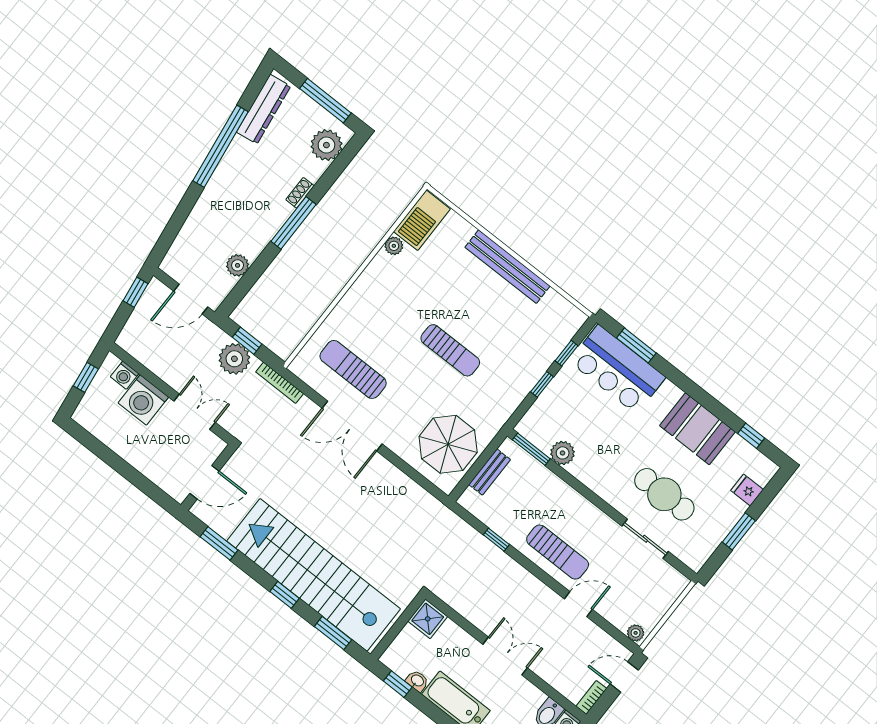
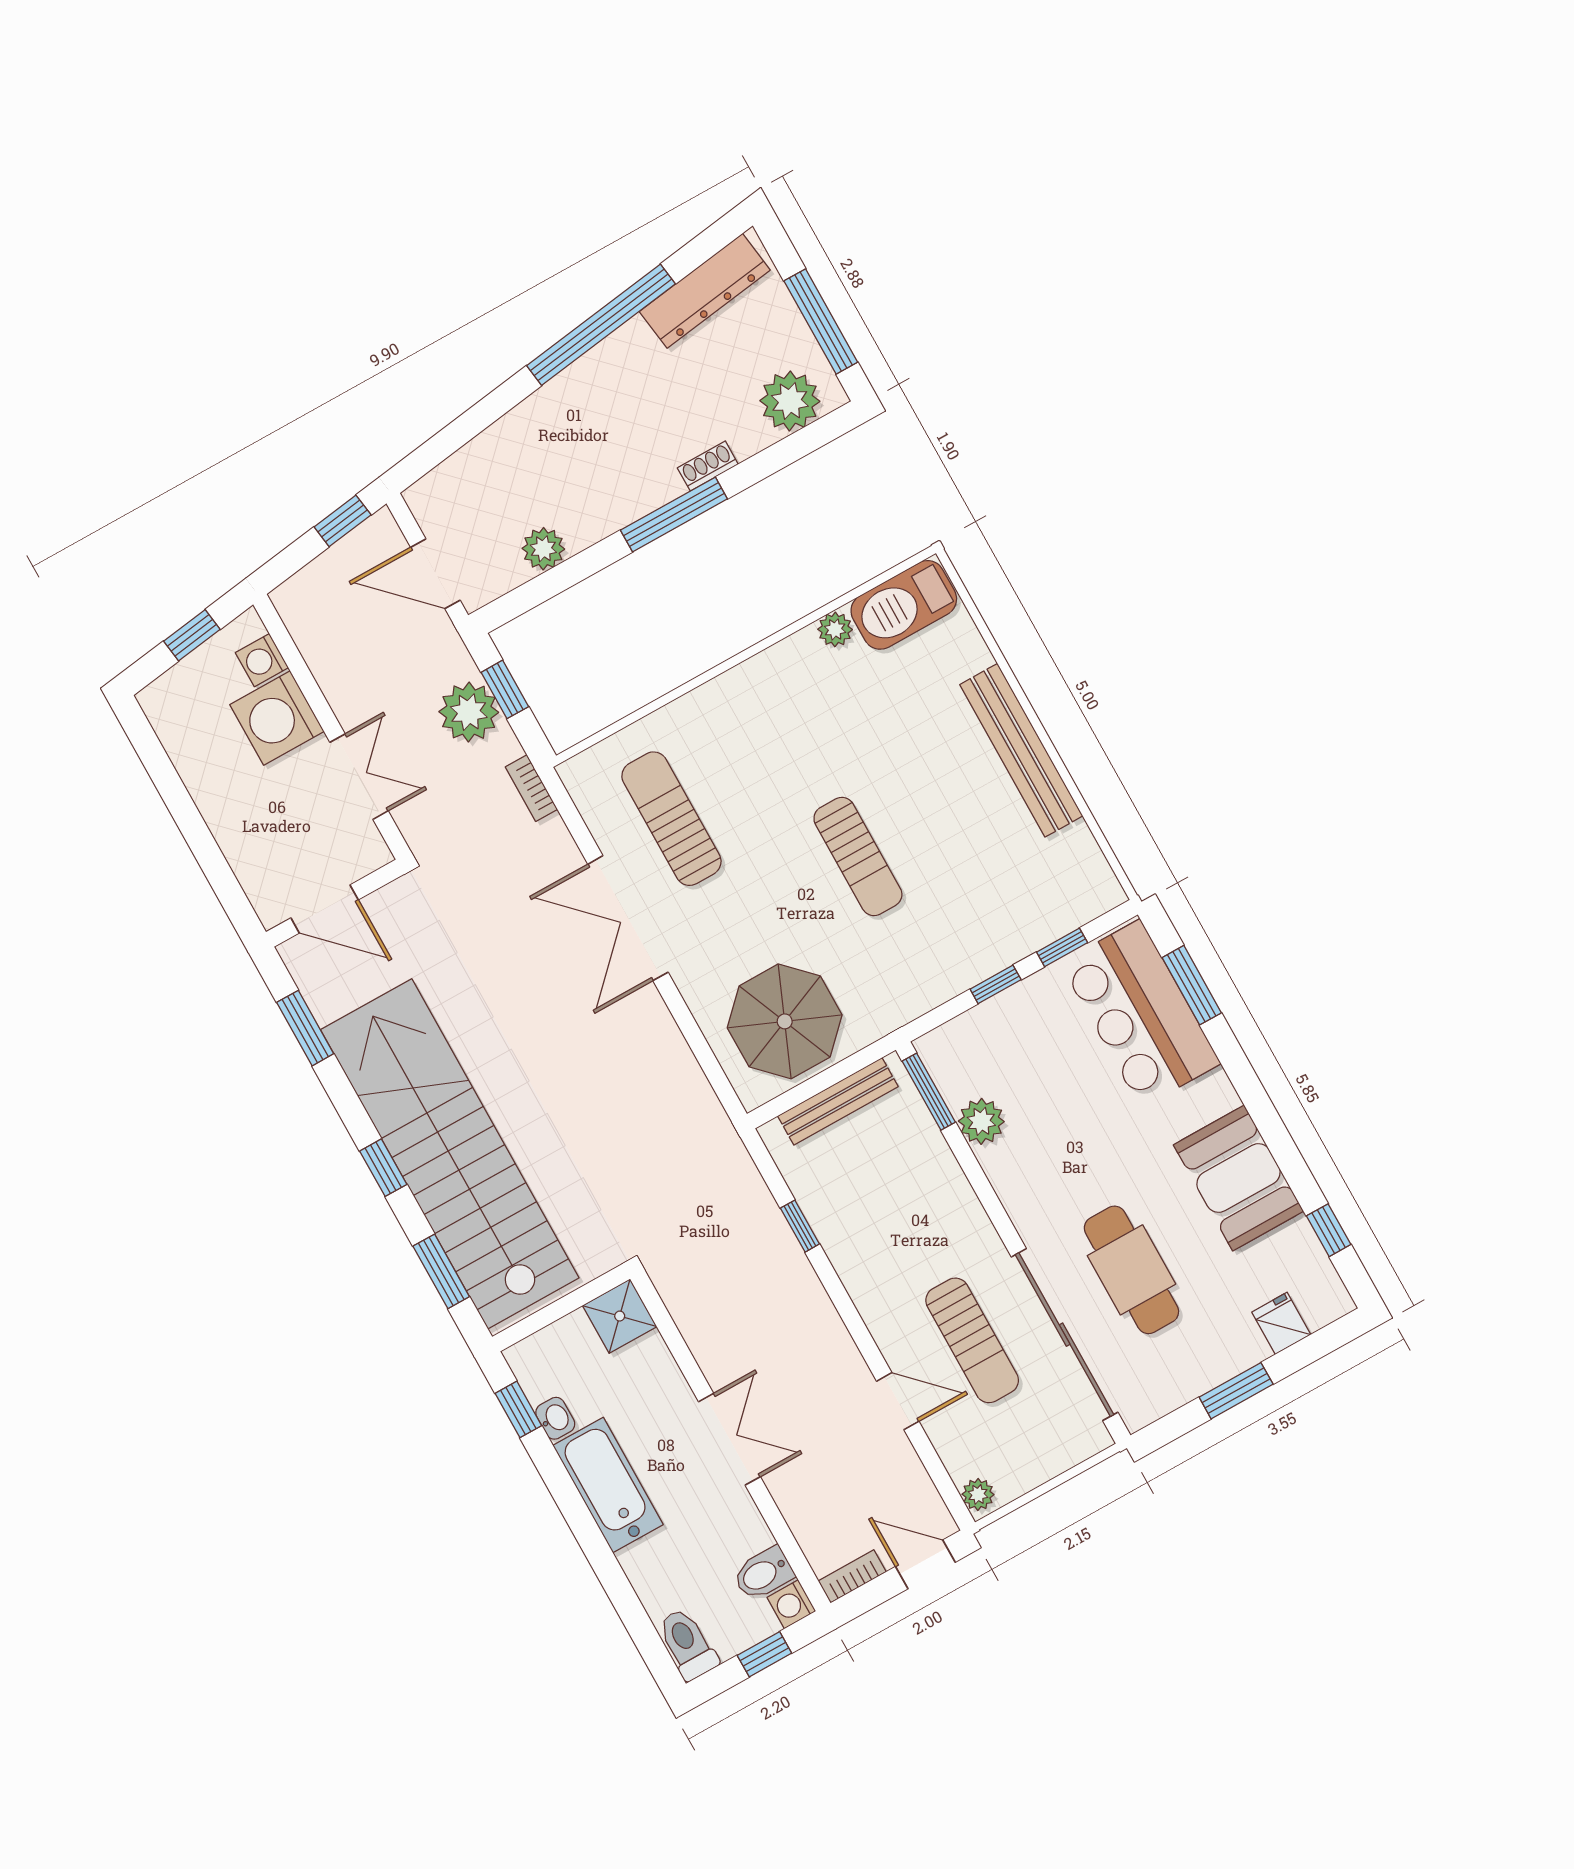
bookcase: (280, 383) -> (531, 788), width x0.64
bench: (490, 472) -> (838, 1101), width x1.36
sliding door: (645, 539) -> (1065, 1335), width x1.86
sun lounger: (558, 552) -> (972, 1340), moved

